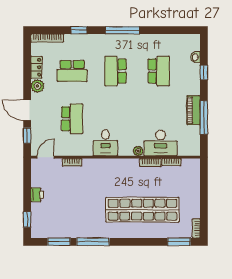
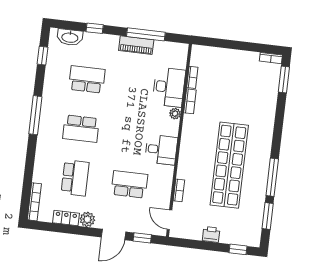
window: (79, 30) -> (43, 56), moved
washbasin: (195, 57) -> (70, 37), width x1.91, depth x1.45
shop shelf: (142, 210) -> (229, 165), moved

